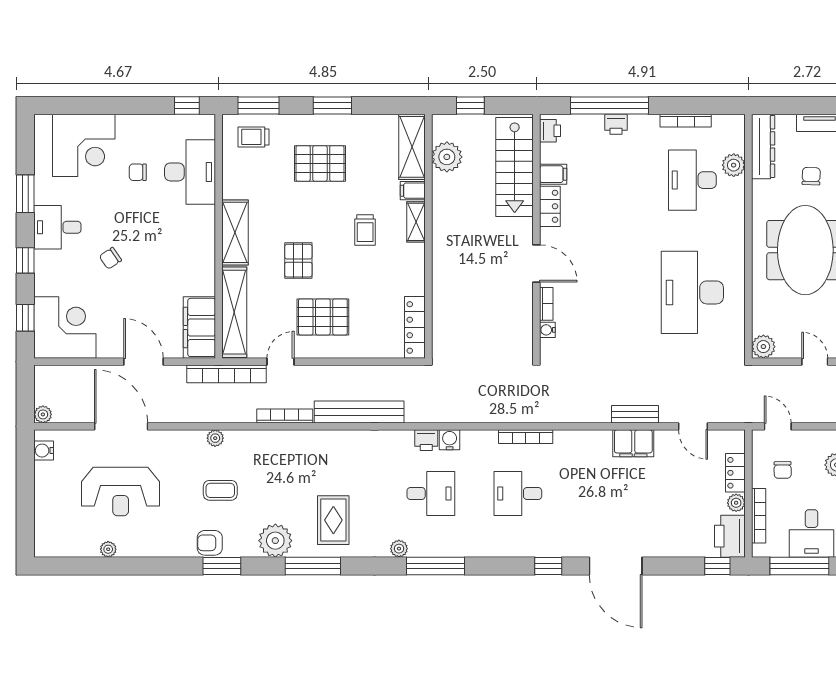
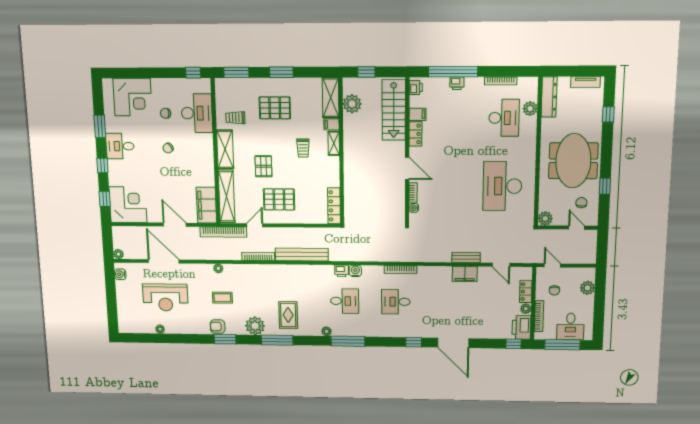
trolley: (254, 137) -> (235, 118), moved
chair: (811, 176) -> (581, 203), moved
desk: (692, 180) -> (504, 118), turned 180
chair: (110, 258) -> (168, 148), moved

